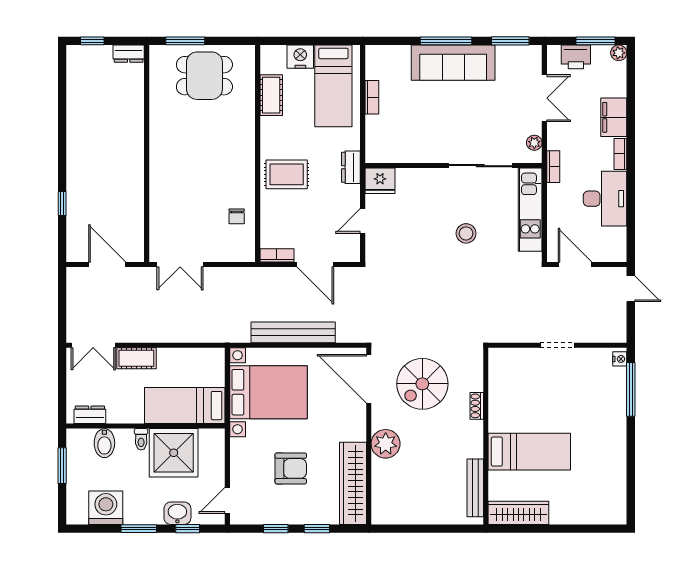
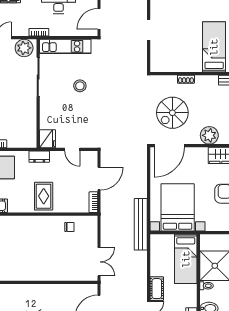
plant: (534, 143) -> (24, 48), width x1.88, depth x1.88
bench: (293, 332) -> (141, 224), moved
spiral stairs: (422, 384) -> (172, 113), turned 90

